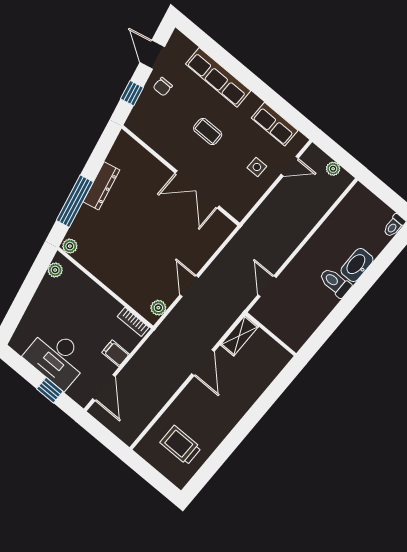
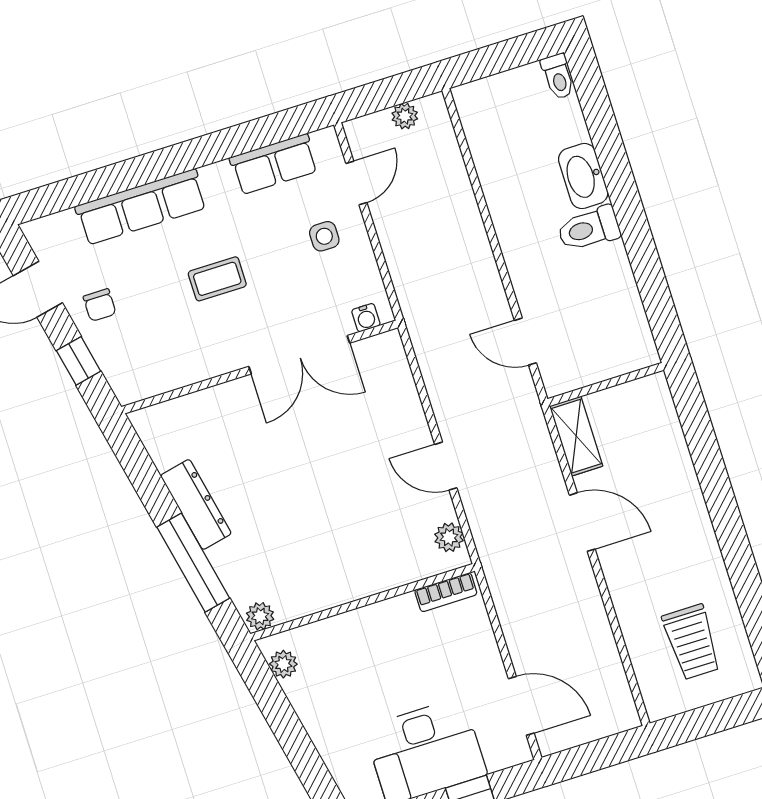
water cooler: (233, 209) -> (366, 318), added
filing cabinet: (116, 353) -> (478, 652), removed
trolley: (181, 445) -> (692, 642), turned -90

